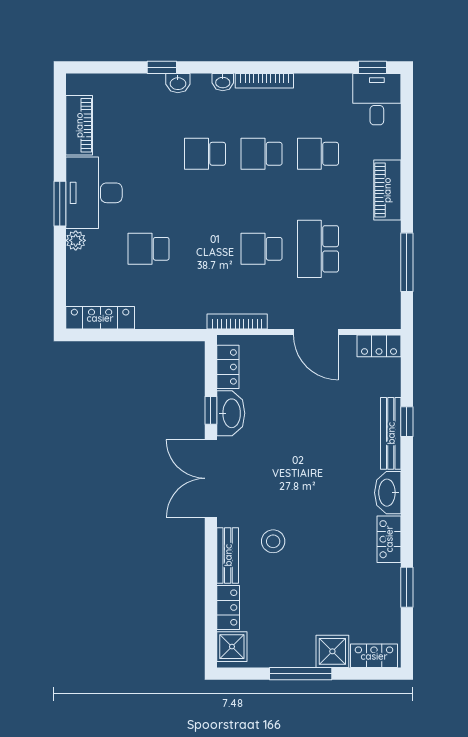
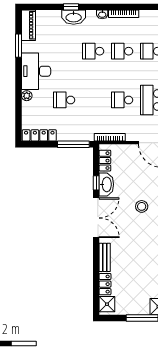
washbasin: (178, 83) -> (74, 17), width x1.91, depth x1.45
piano: (79, 125) -> (28, 25), moved
window: (60, 204) -> (19, 46), moved
window: (166, 335) -> (73, 144), added
double door: (211, 478) -> (96, 218), swing flipped
stool: (273, 541) -> (142, 206), moved

